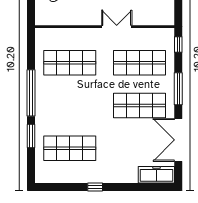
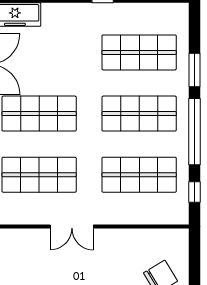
window: (31, 51) -> (195, 192), added
shop shelf: (70, 105) -> (139, 114), added

